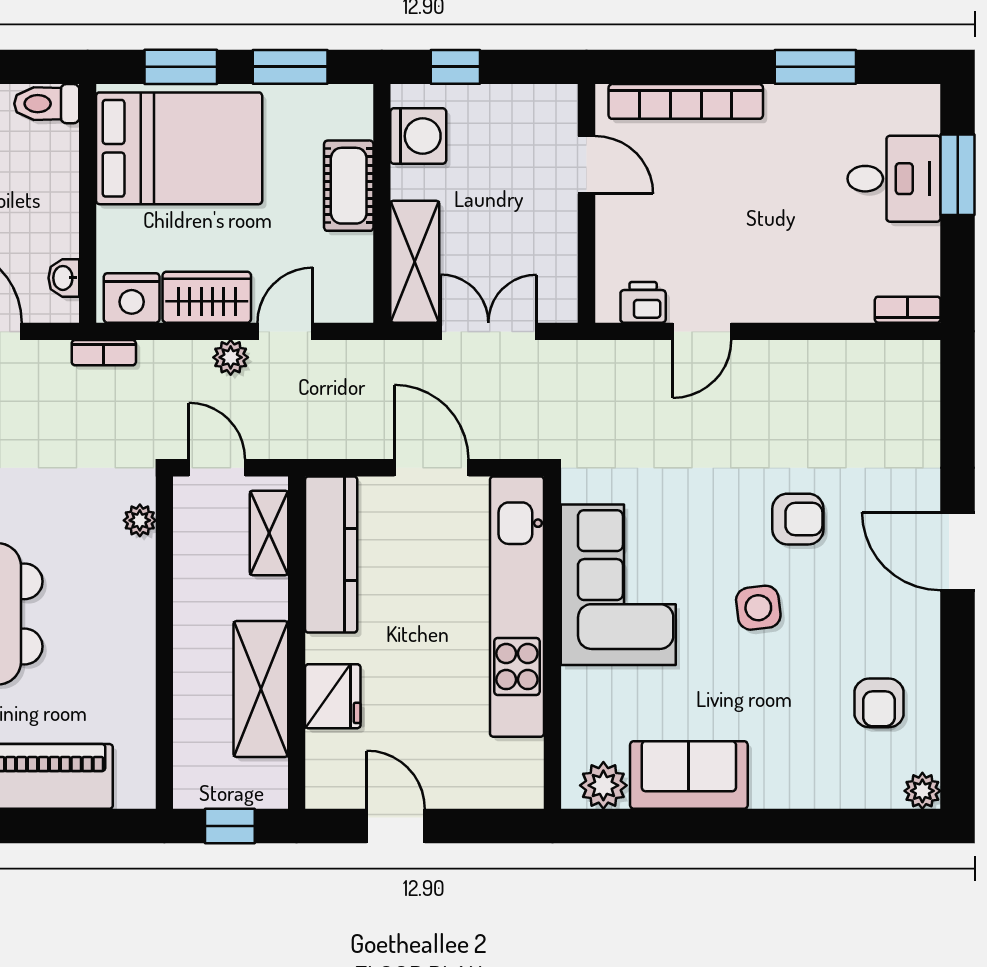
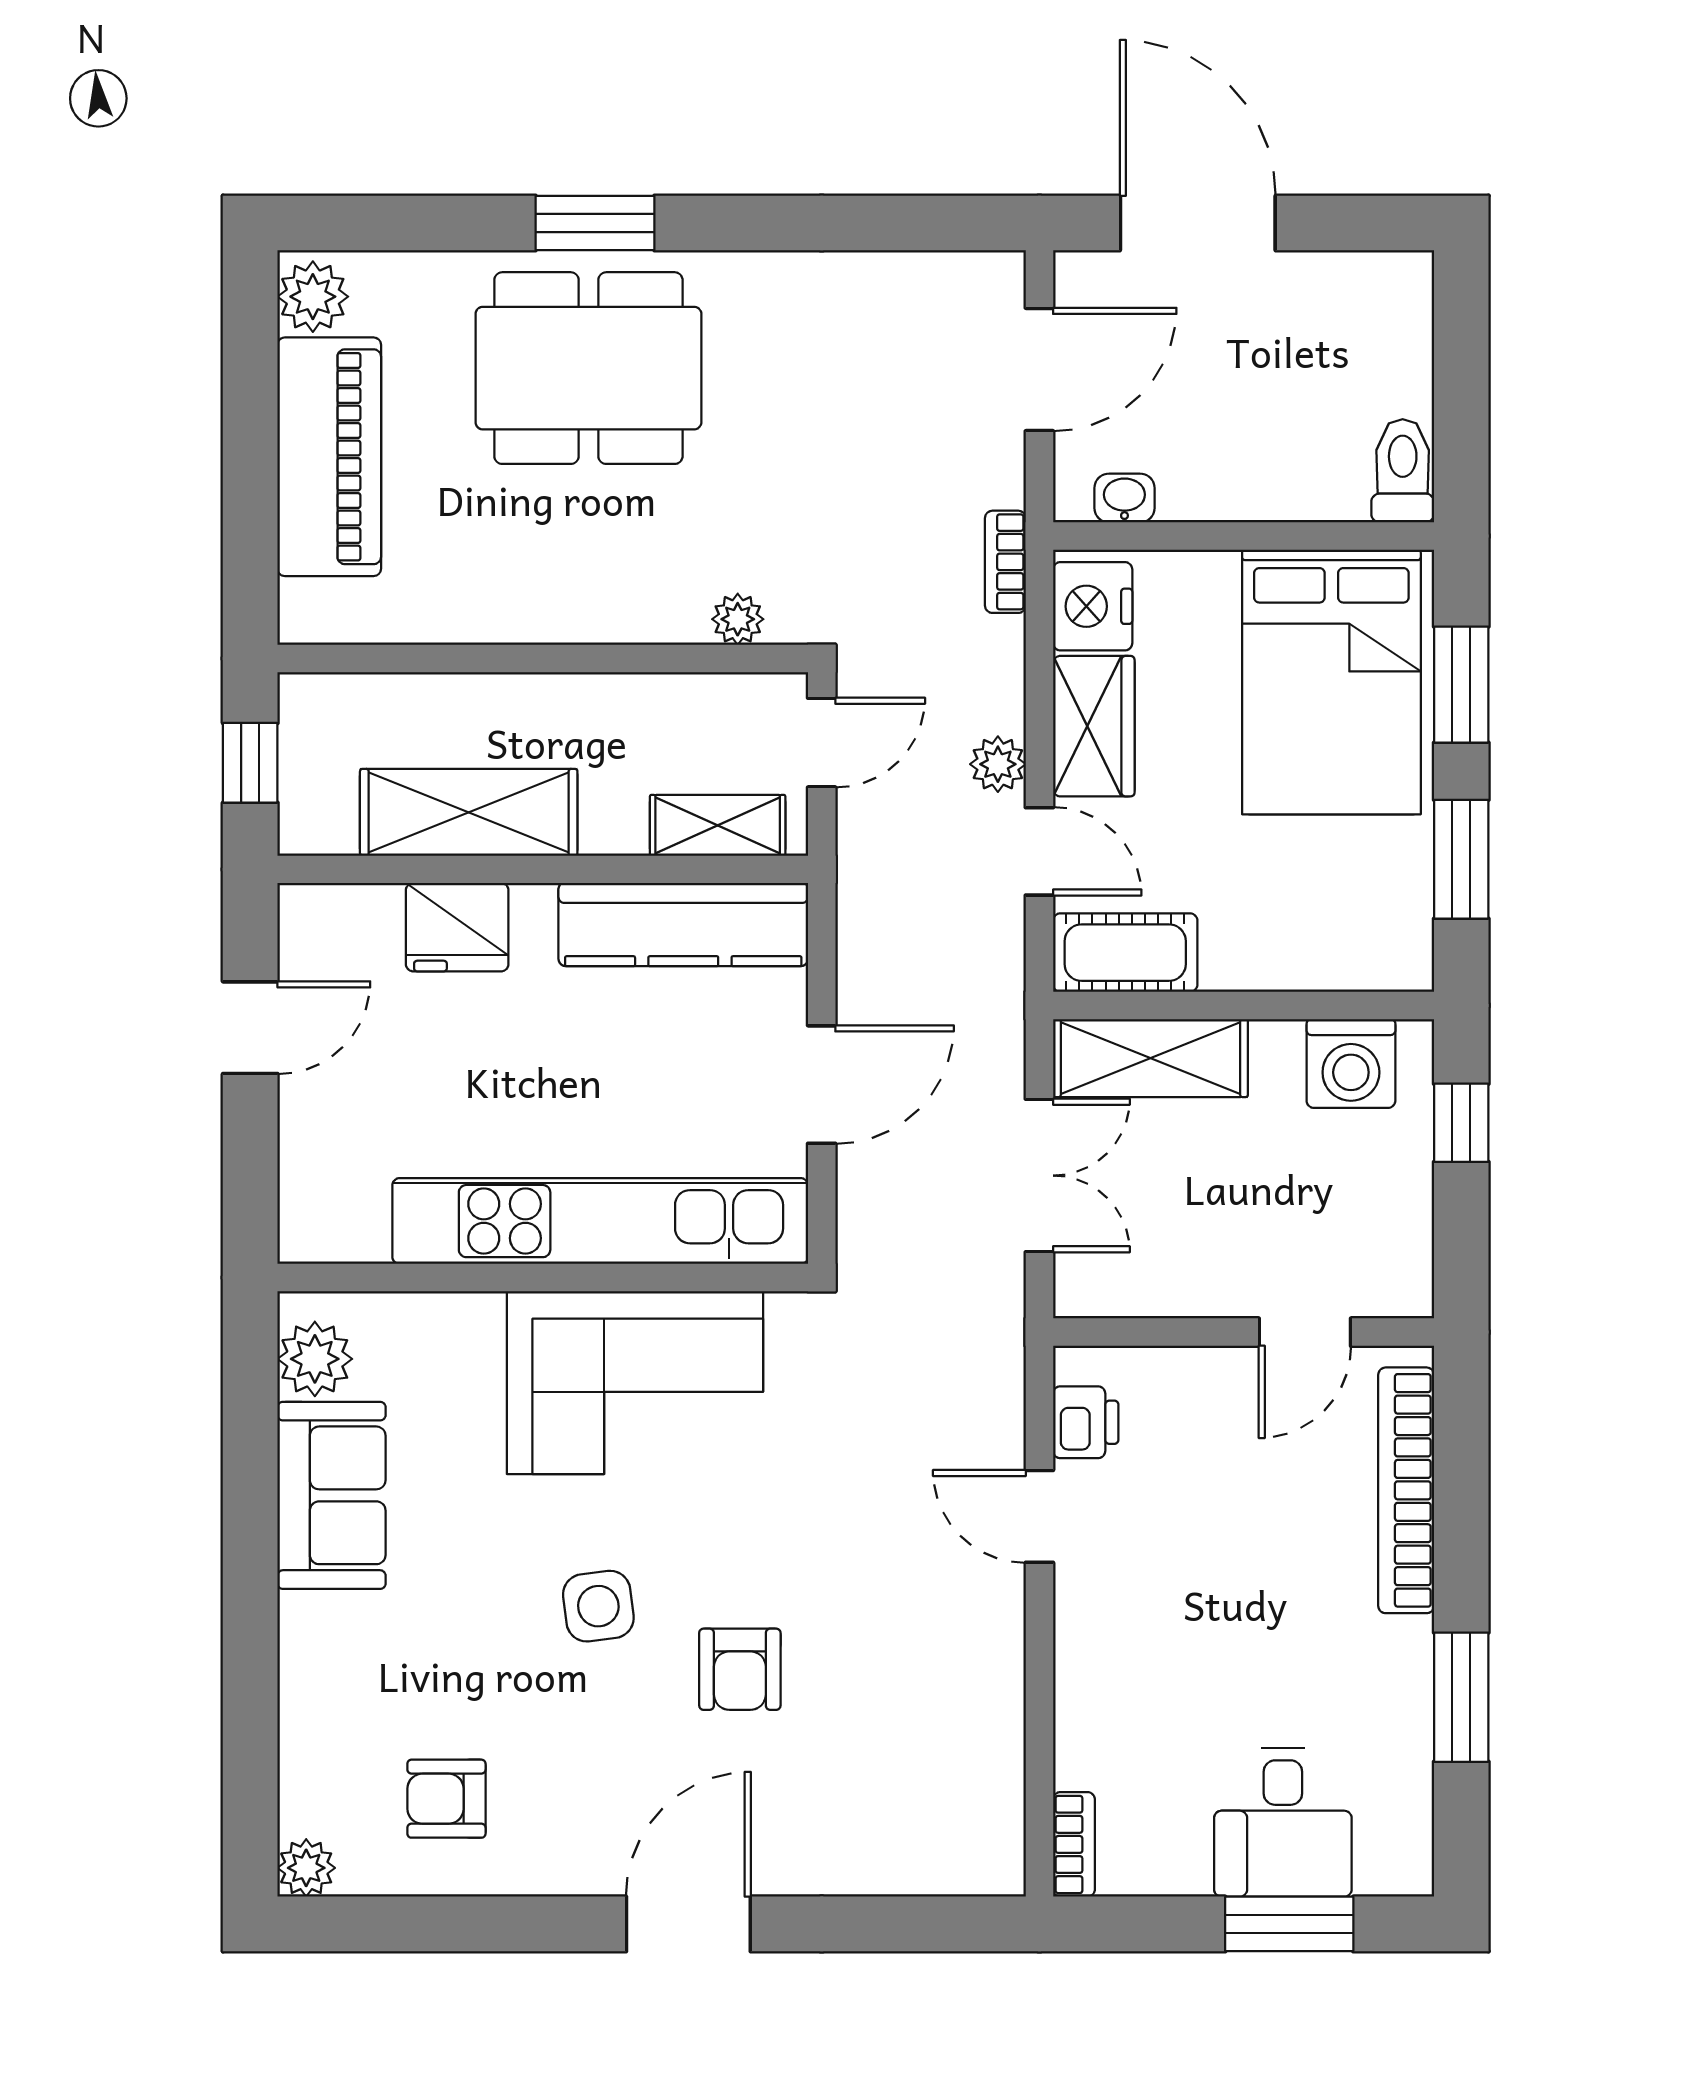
cot: (349, 186) -> (1125, 953), moved

